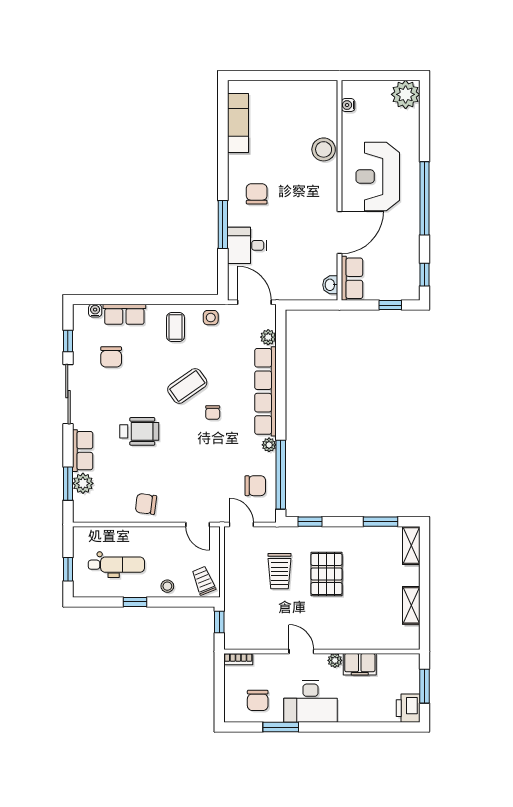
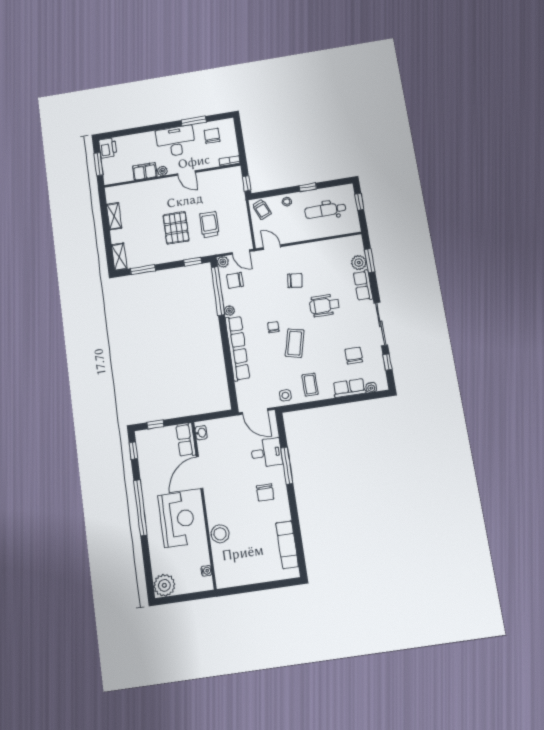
plant: (268, 337) -> (223, 262), moved
coffee table: (187, 386) -> (295, 343), turned -41
chair: (146, 504) -> (295, 281), moved

